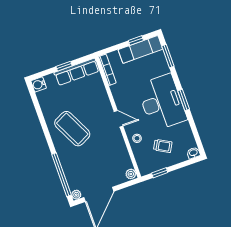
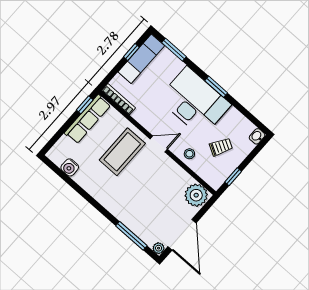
window: (64, 66) -> (85, 105), moved
water cooler: (39, 84) -> (70, 167), moved
coffee table: (72, 129) -> (122, 152), moved, turned -64
plant: (131, 174) -> (196, 195), width x1.88, depth x1.88
window: (61, 175) -> (131, 236), width x0.68

